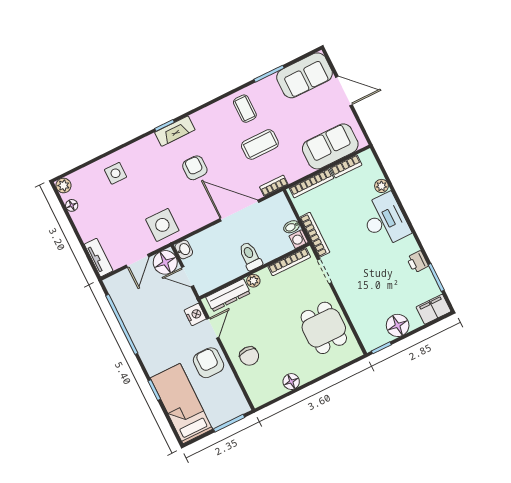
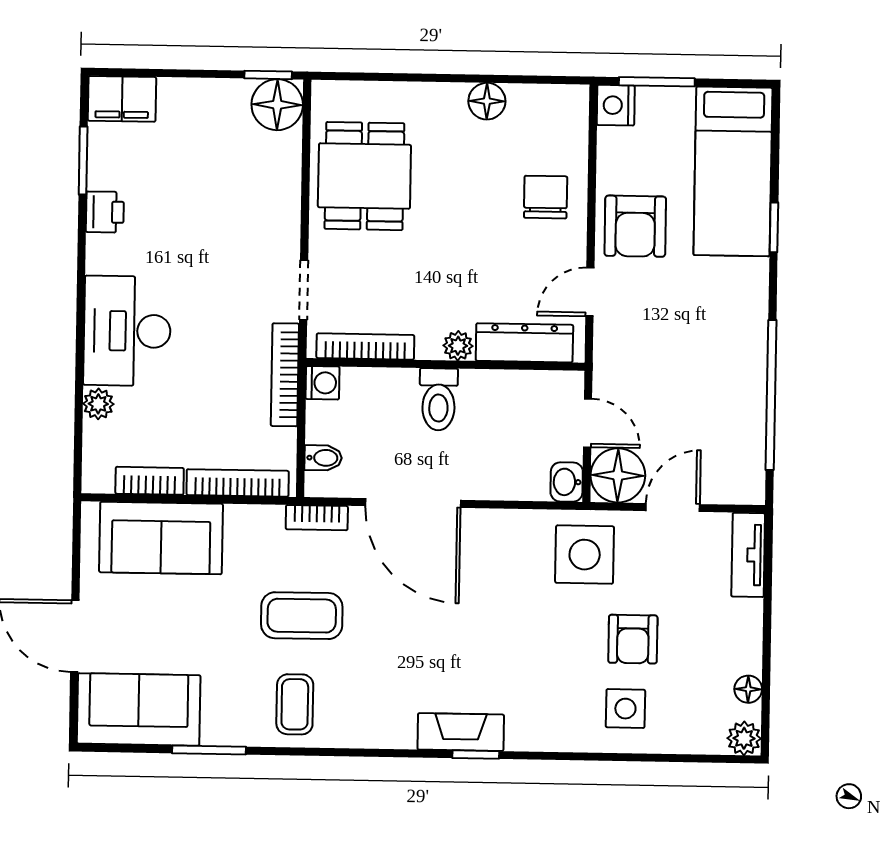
armchair: (195, 168) -> (633, 639), moved
bidet: (292, 227) -> (323, 458), moved
nightstand: (195, 314) -> (616, 105), moved
floor lamp: (398, 325) -> (277, 105), moved

